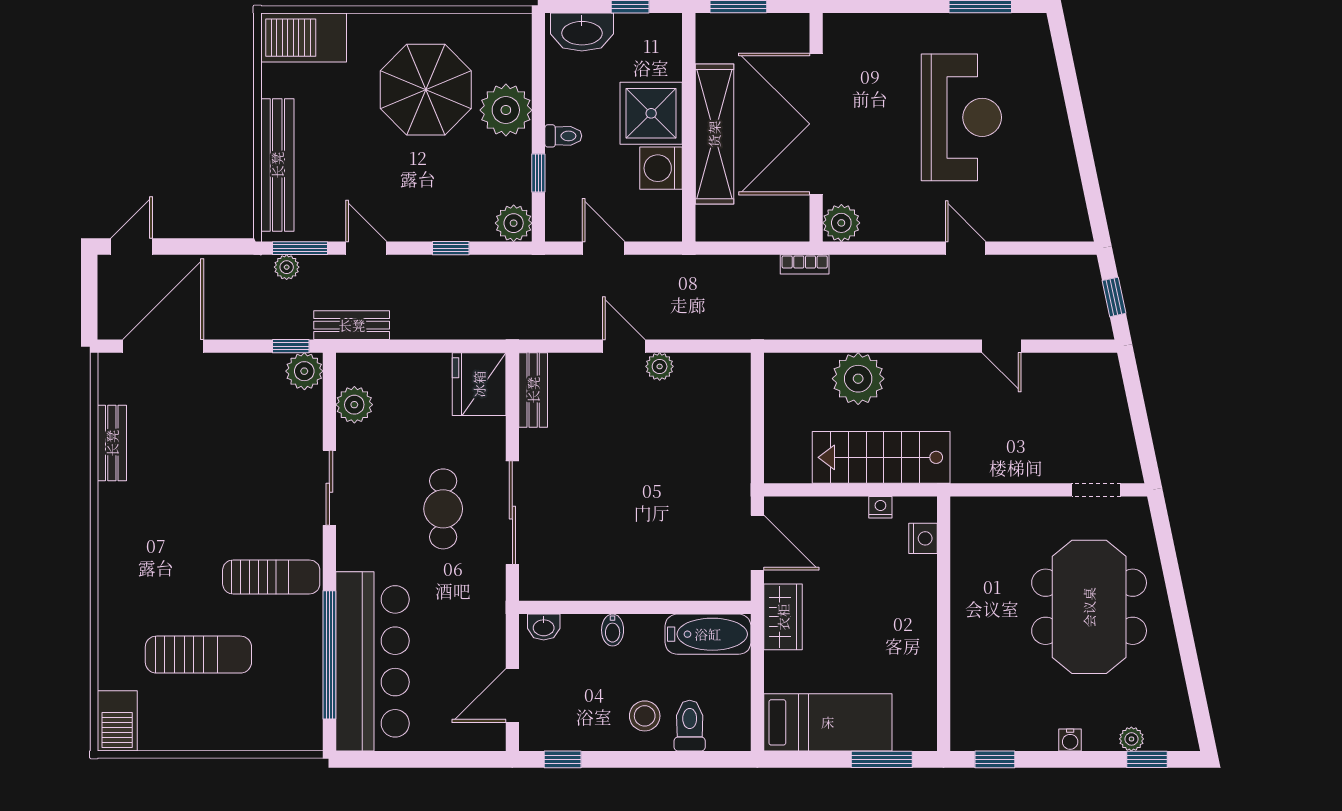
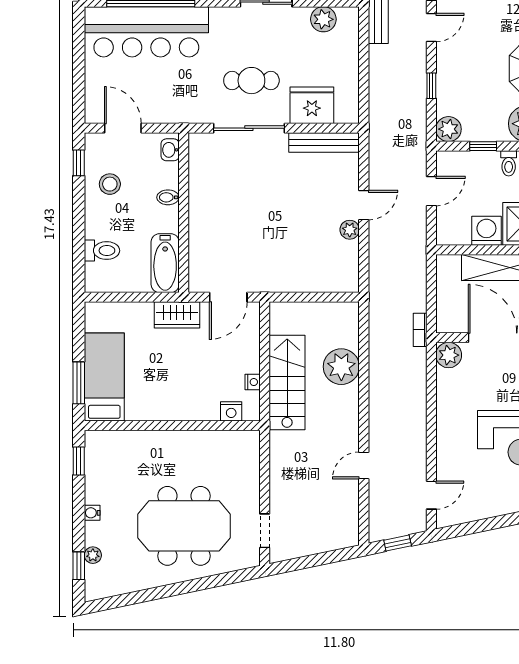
door: (966, 248) -> (431, 495), moved
fridge: (479, 384) -> (312, 105), moved
bench: (533, 390) -> (324, 143), width x1.36
stool: (645, 716) -> (110, 184), moved
bed: (828, 722) -> (104, 377), moved, turned 180

